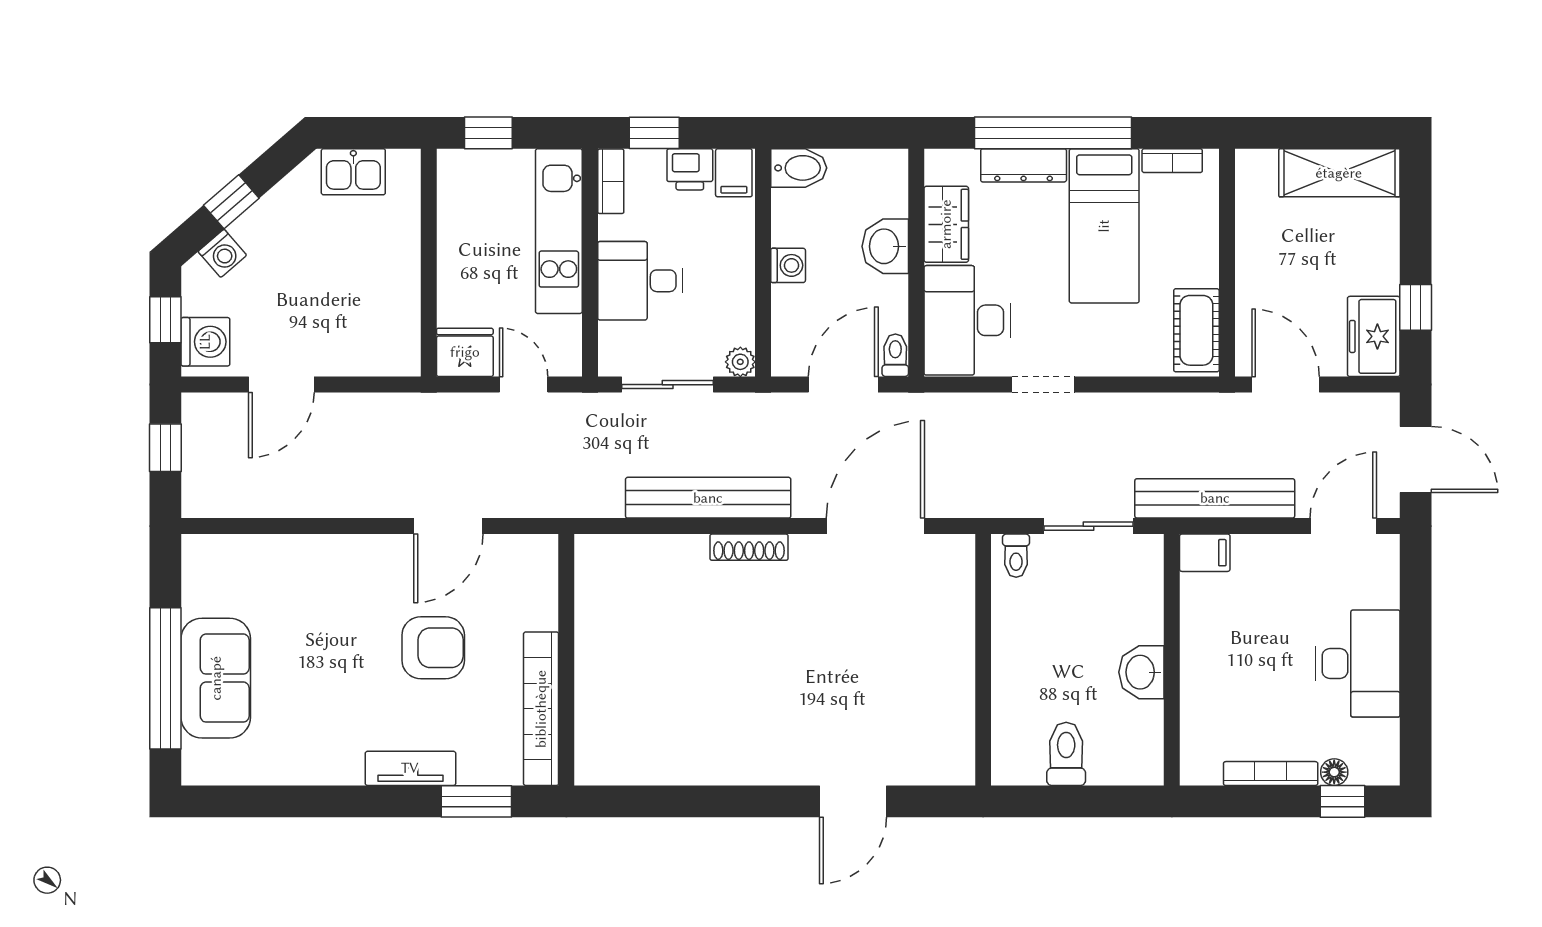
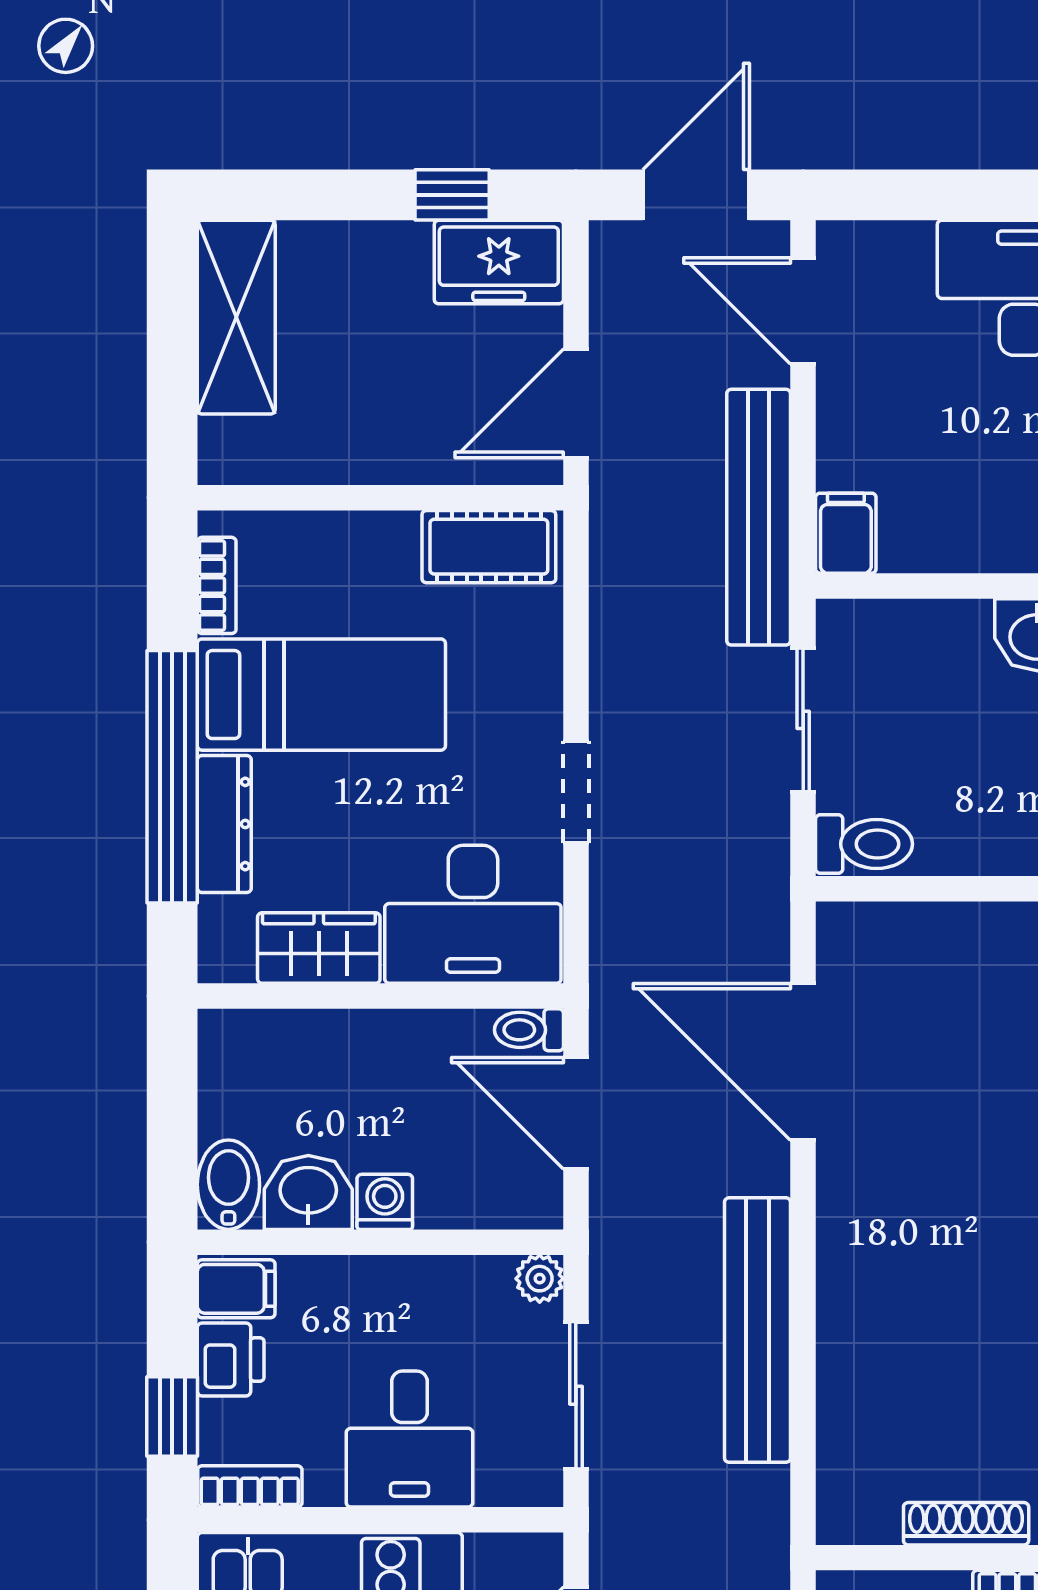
washbasin: (885, 246) -> (308, 1192), moved, turned 180
shoe rack: (749, 547) -> (966, 1524), moved, turned -90
toilet: (1016, 556) -> (864, 844), width x1.37, depth x1.39

